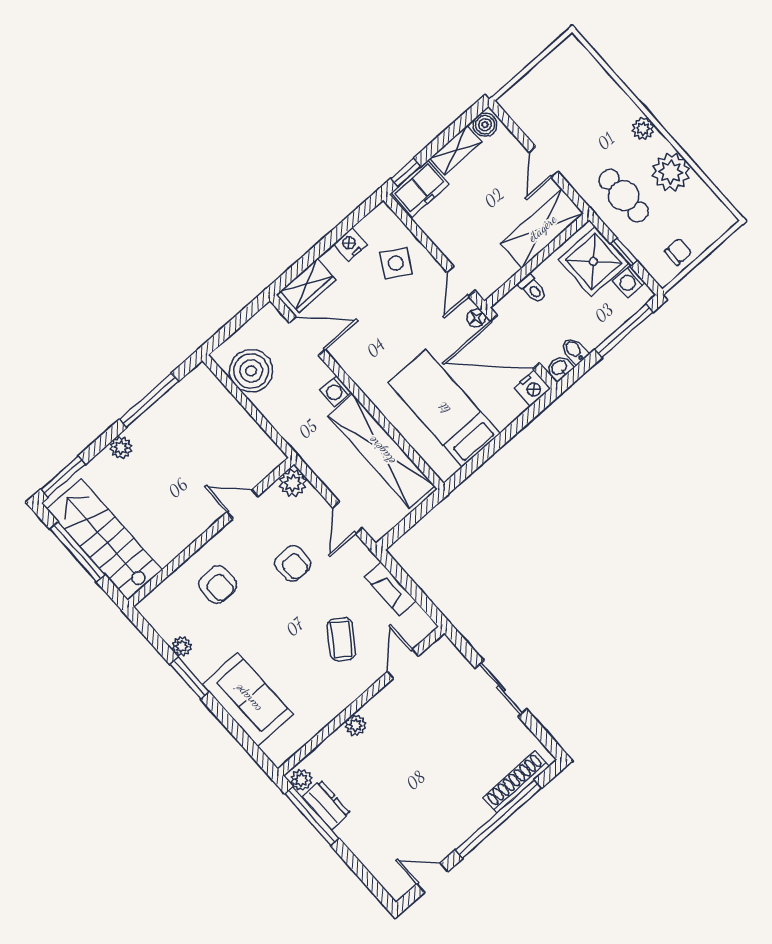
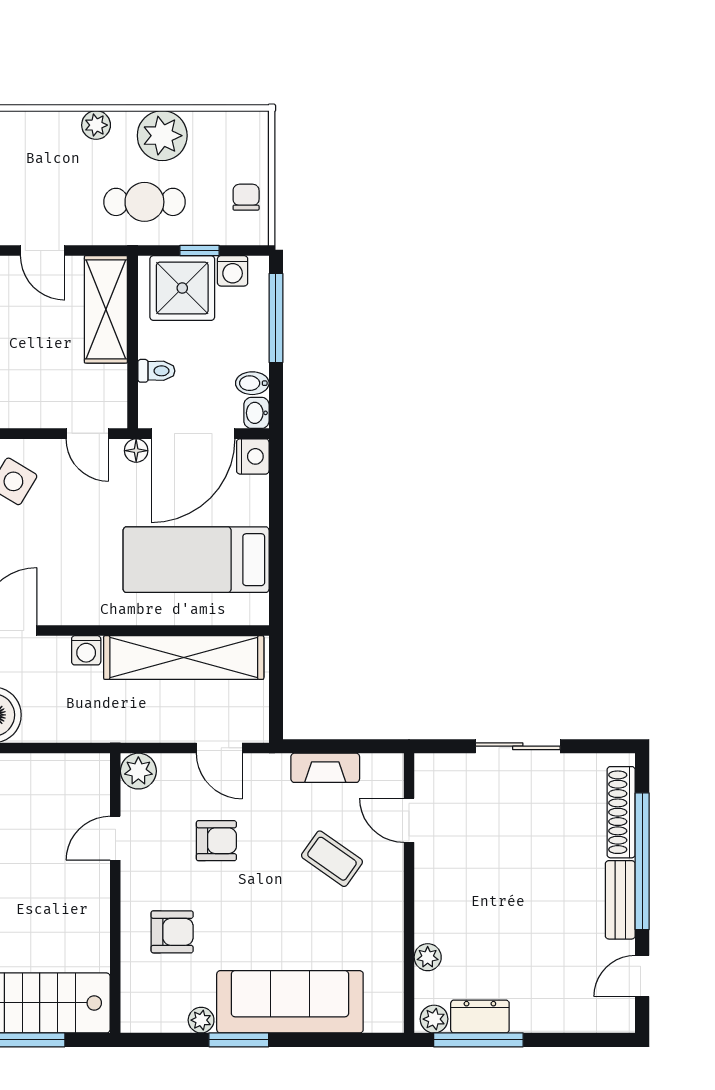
sofa: (247, 699) -> (290, 1002), width x1.36
plant: (355, 725) -> (428, 957), moved
bench: (465, 826) -> (620, 900), added

